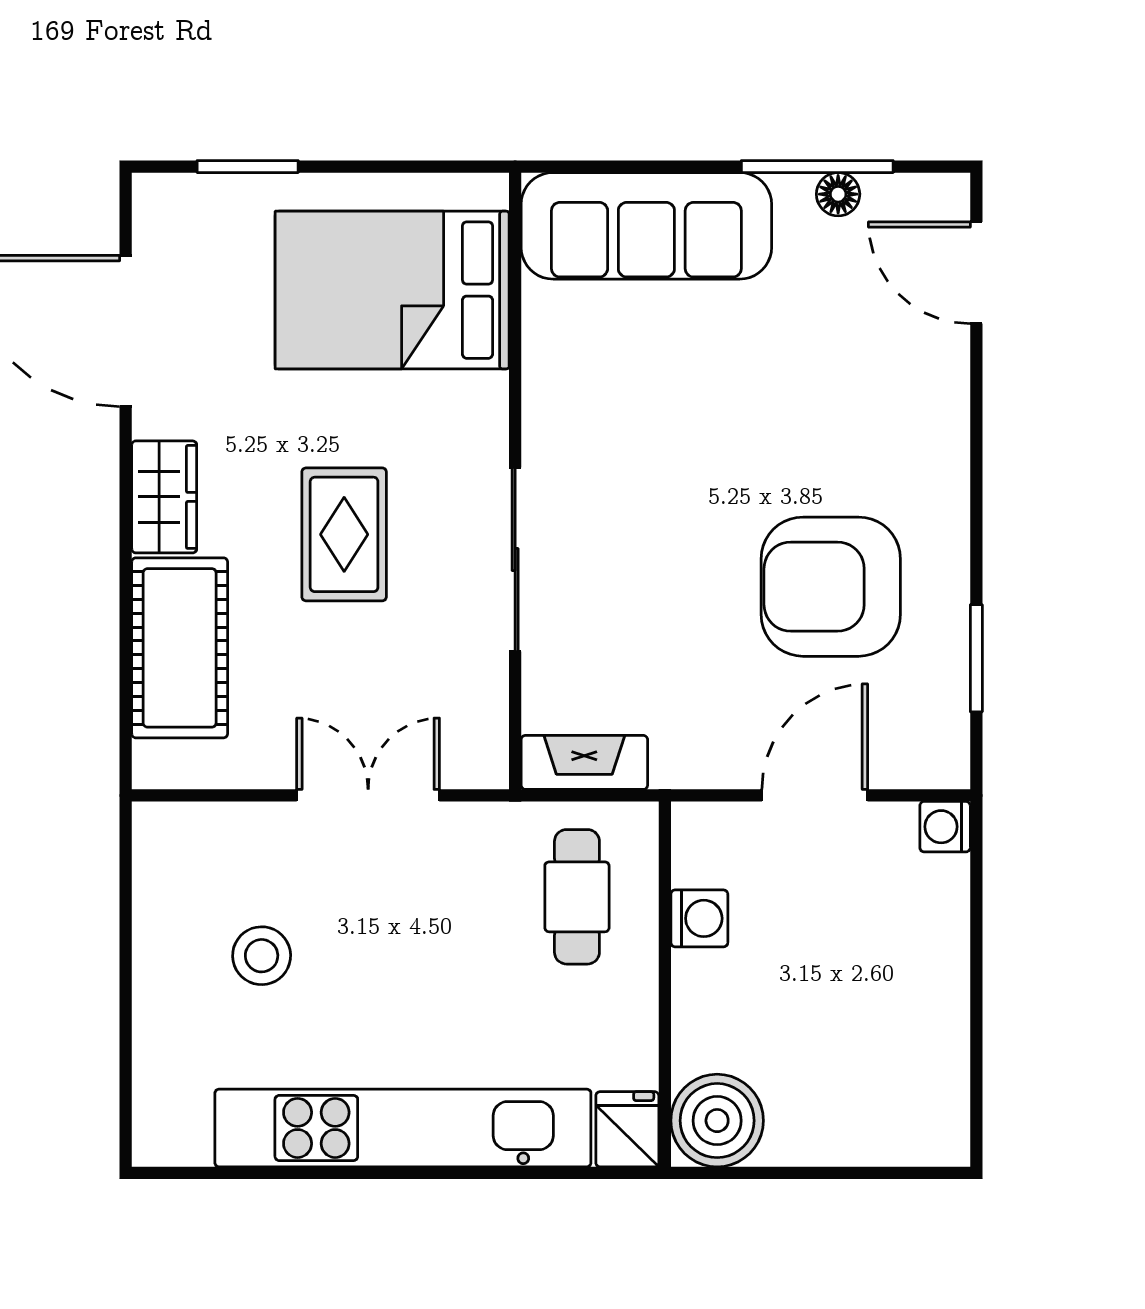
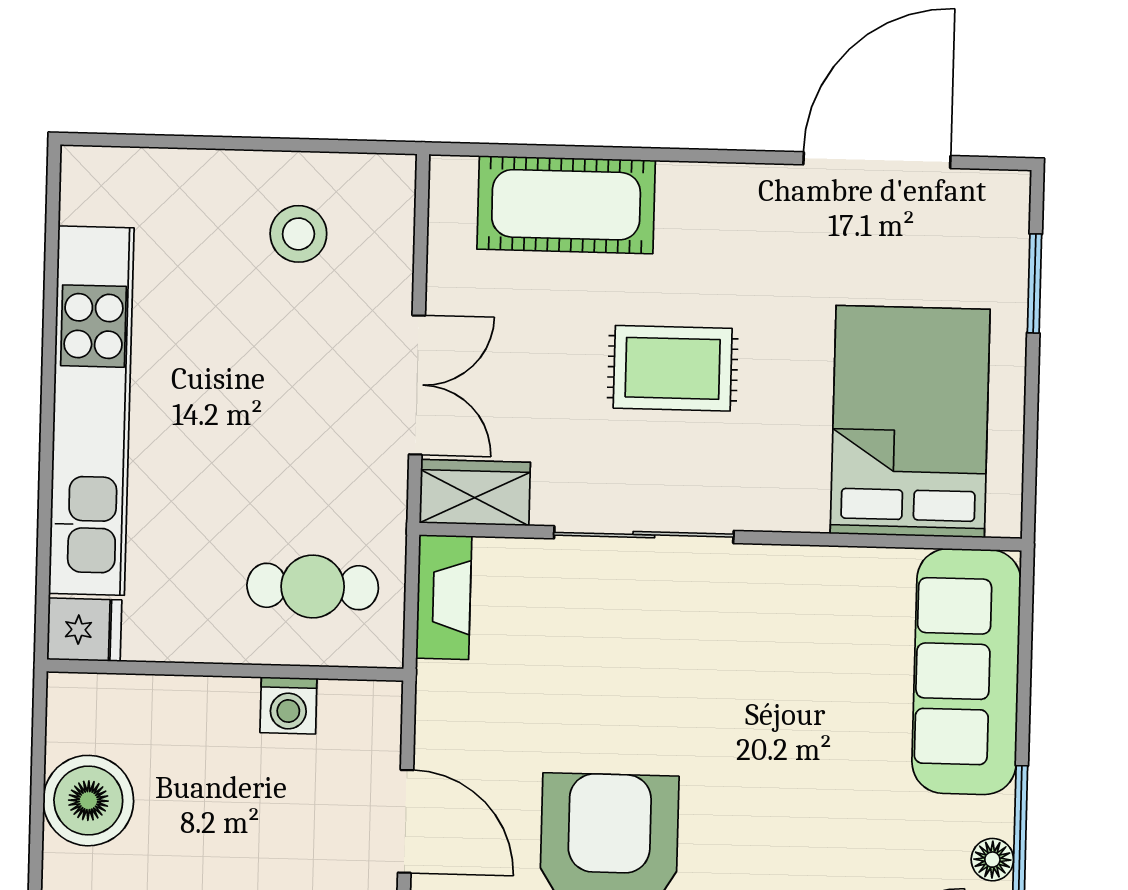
wardrobe: (164, 497) -> (475, 493), moved, turned 180
stool: (262, 956) -> (298, 234), moved
boiler: (717, 1121) -> (88, 801), moved

